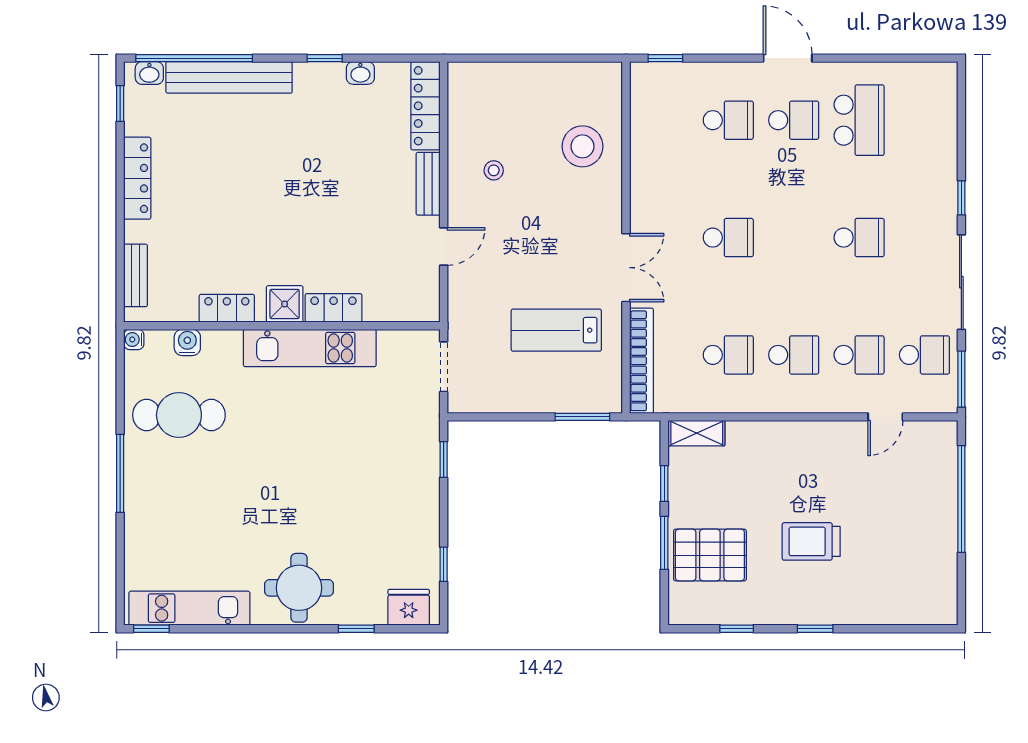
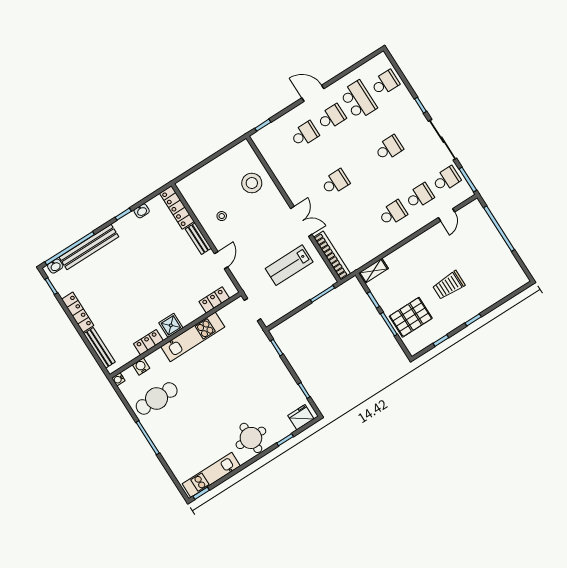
bench: (136, 275) -> (99, 348), width x1.36
locker: (334, 308) -> (214, 300), moved
school desk: (728, 355) -> (385, 83), moved

